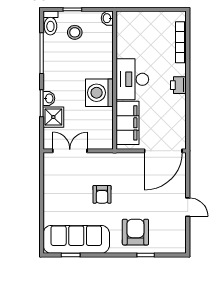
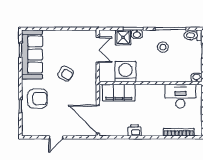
stool: (75, 32) -> (163, 47), moved
desk: (132, 79) -> (180, 96), moved
printer: (178, 85) -> (135, 130), moved
washing machine: (99, 93) -> (125, 72), moved
armchair: (102, 194) -> (66, 74), turned -149

